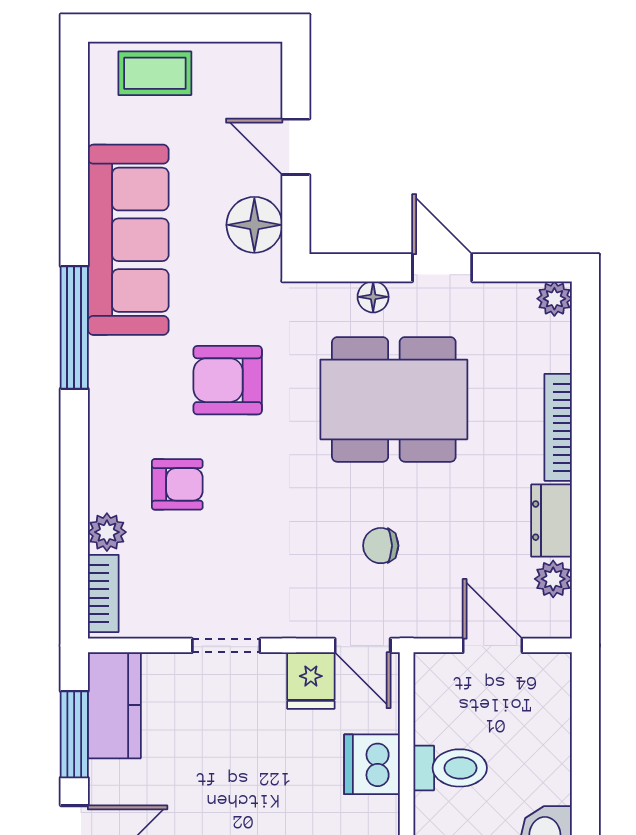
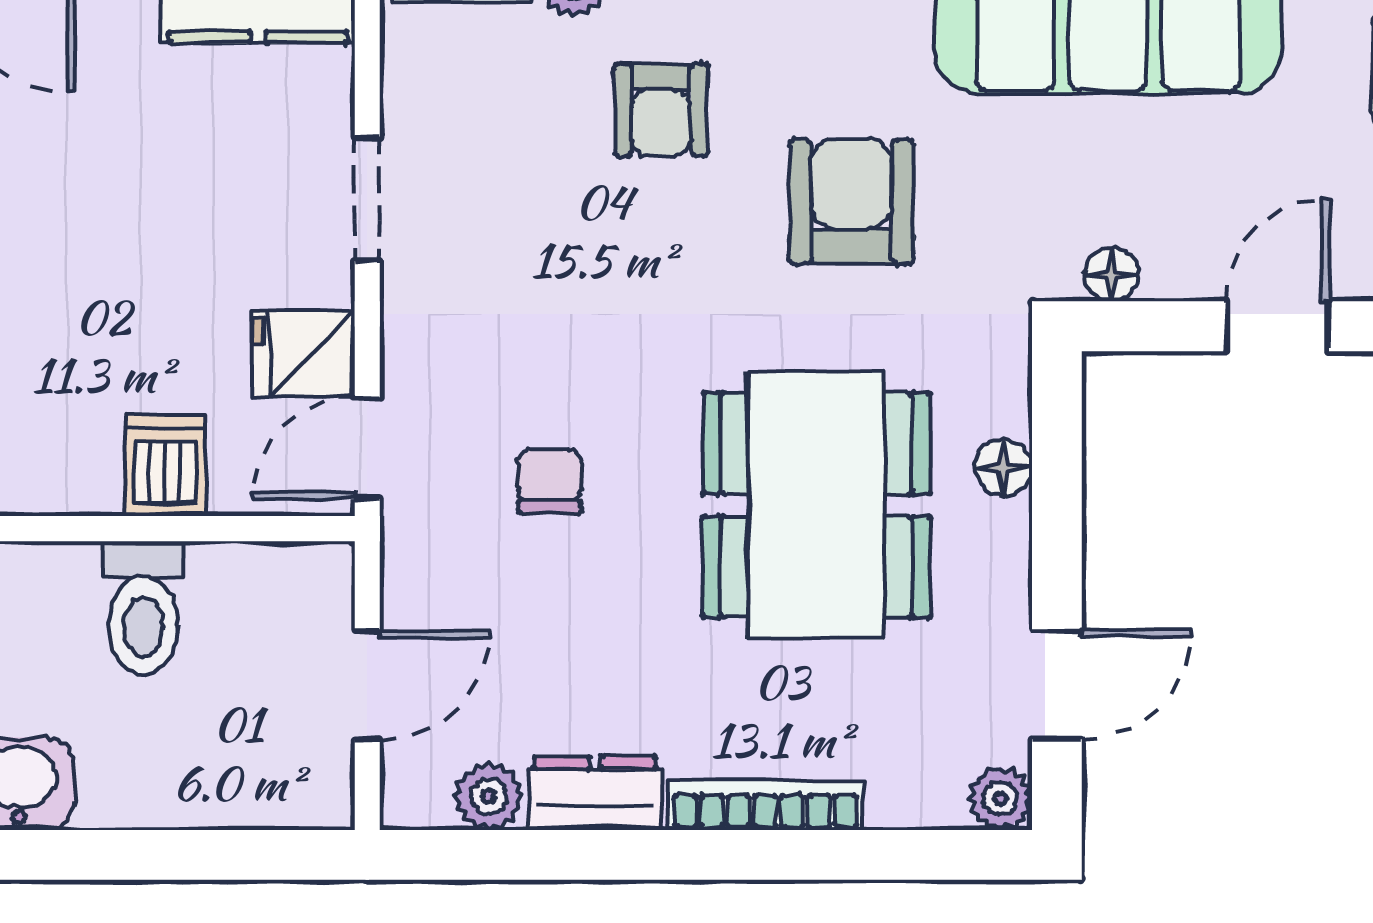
floor lamp: (254, 225) -> (1111, 274), width x0.53, depth x0.53
door: (442, 268) -> (1057, 685), moved
dishwasher: (372, 764) -> (165, 465), width x0.73

